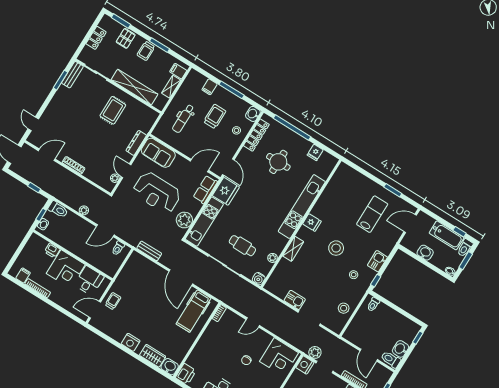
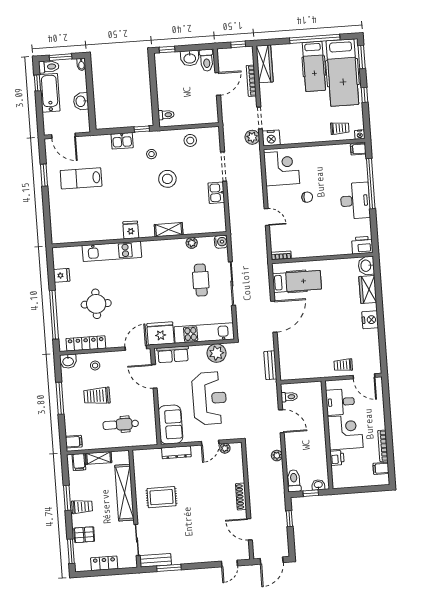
filing cabinet: (210, 87) -> (74, 442), moved
dental chair: (183, 119) -> (121, 424), turned 180
kitchen unit: (302, 207) -> (112, 251), width x0.73
stool: (336, 248) -> (167, 179), moved

